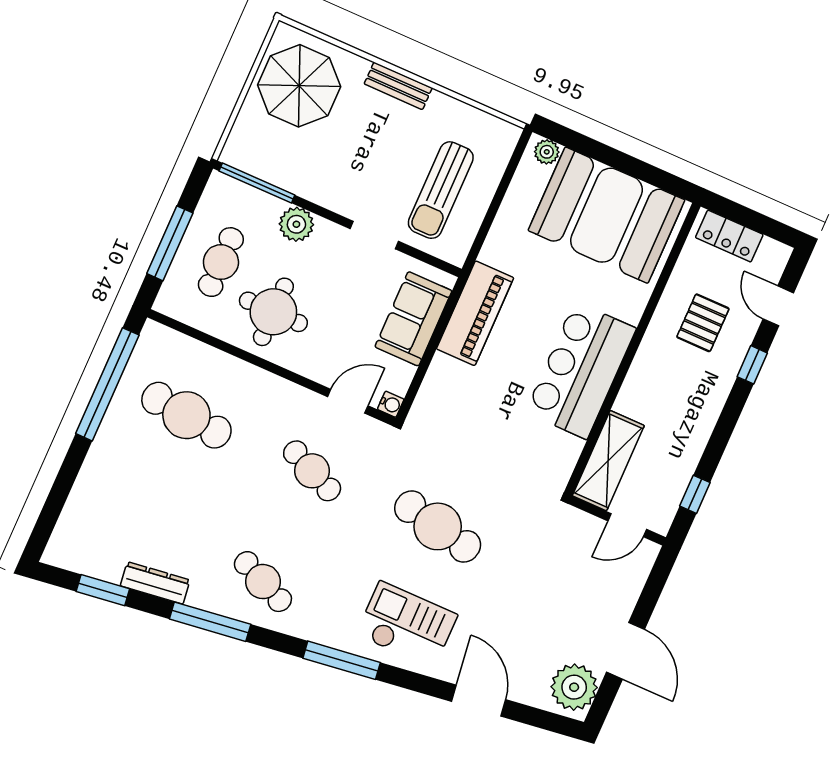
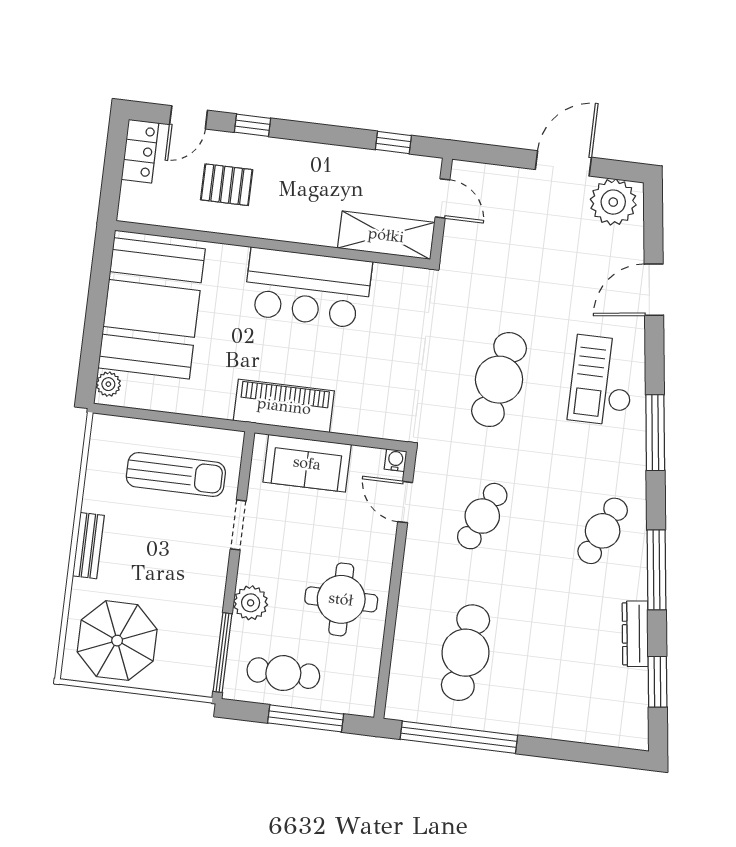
locker: (729, 236) -> (140, 151), moved
cafe table: (221, 262) -> (283, 673), moved

